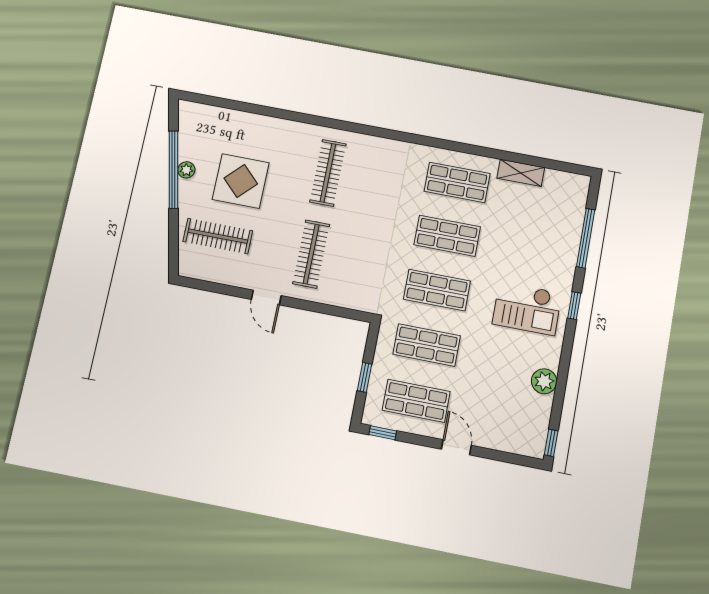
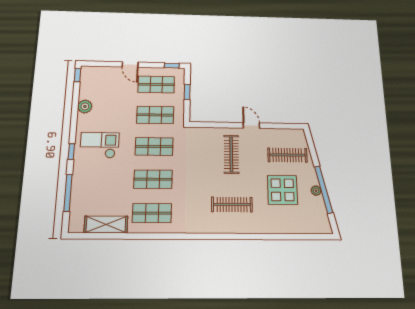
clothes rail: (328, 173) -> (232, 205), turned 90
shelving: (521, 173) -> (106, 225), width x1.50, depth x1.33

